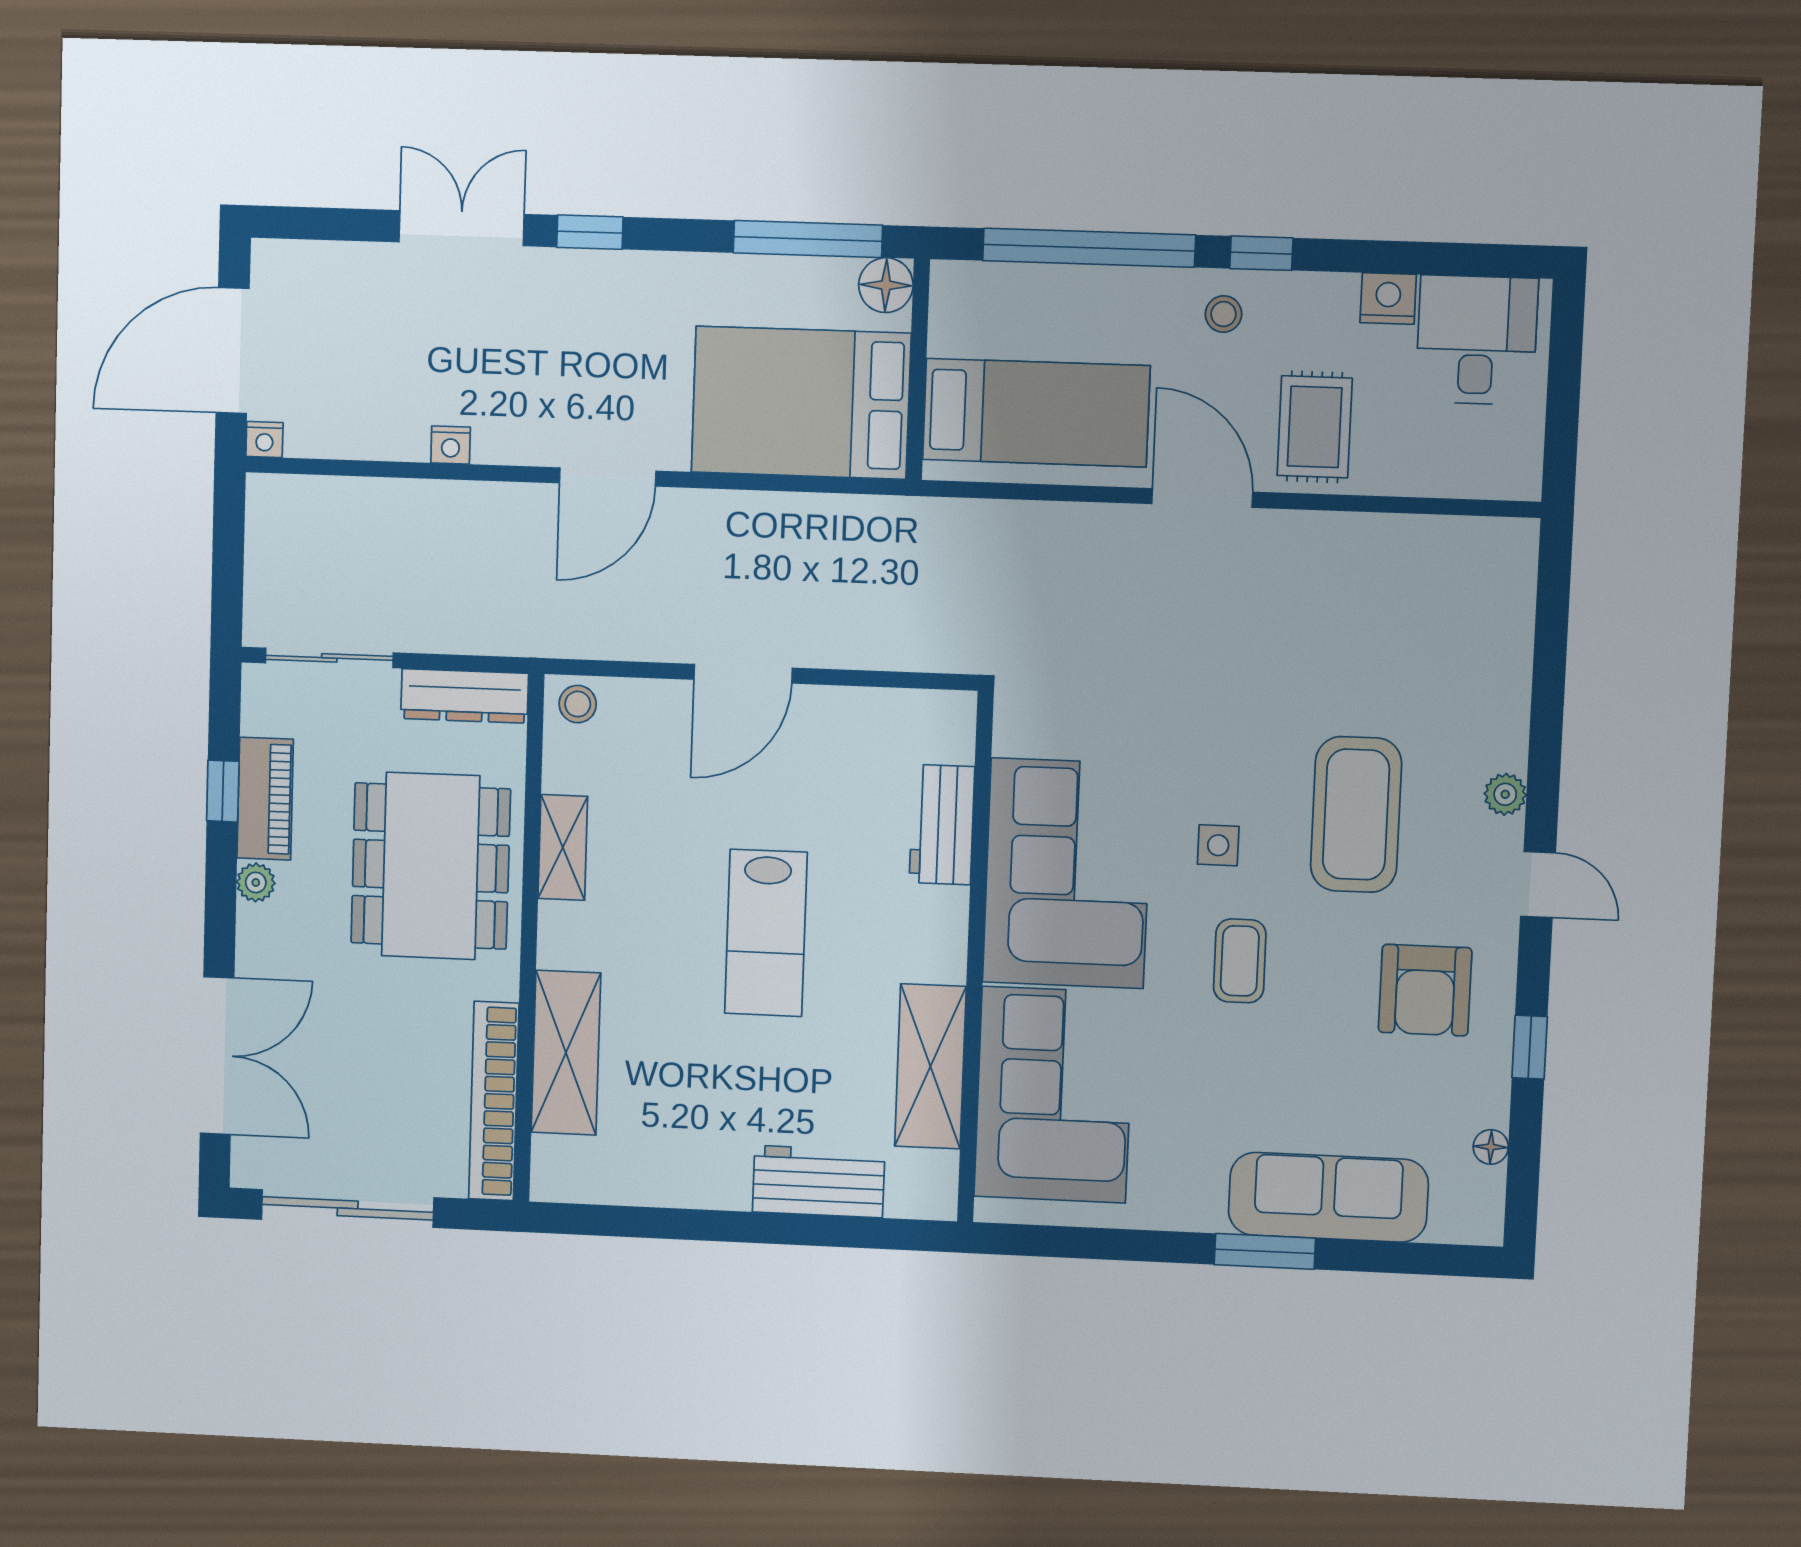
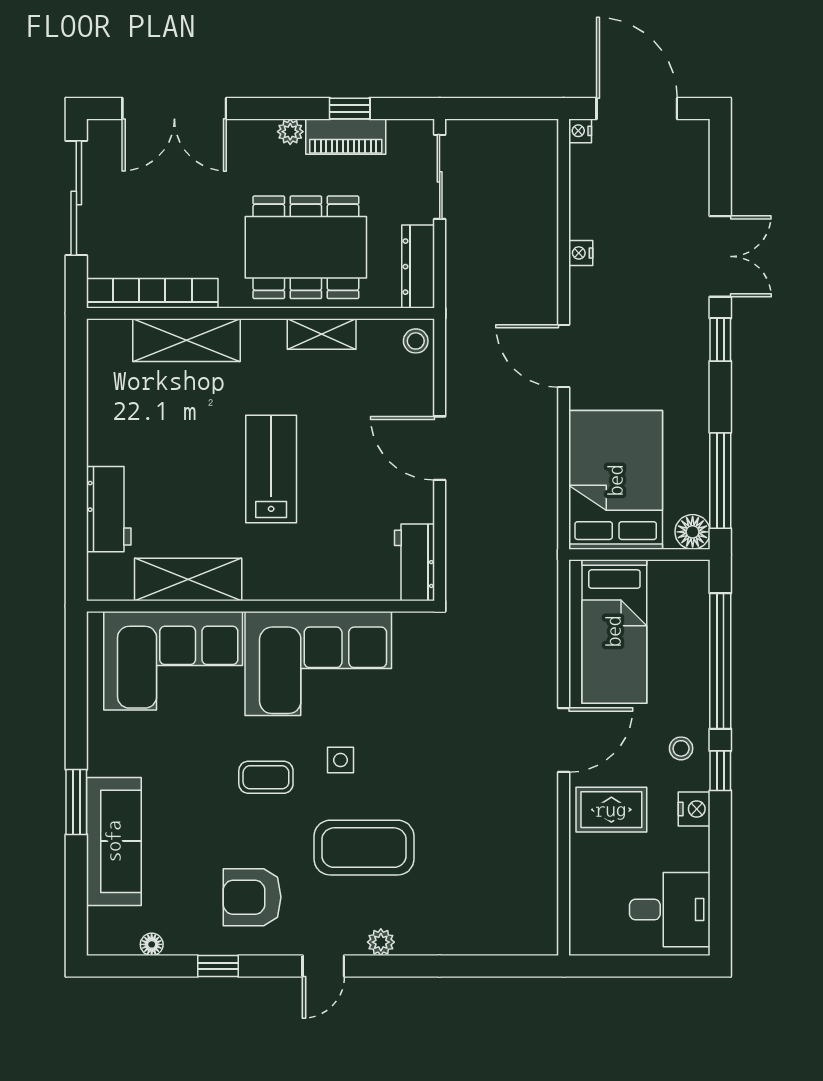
nightstand: (1388, 299) -> (694, 809), moved
workbench: (942, 825) -> (415, 562), moved, turned -90
lab bench: (766, 933) -> (271, 469), turned 90

